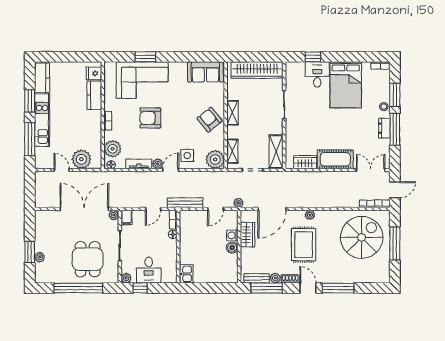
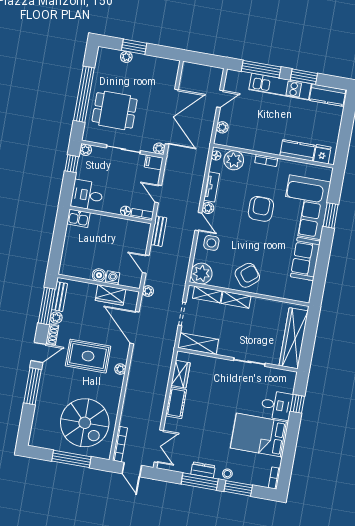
sofa: (205, 72) -> (305, 259), moved
shelving: (232, 113) -> (236, 300), moved
plant: (81, 159) -> (222, 127), width x0.53, depth x0.53
cot: (335, 159) -> (176, 403), width x0.73, depth x0.75
bench: (185, 203) -> (159, 231), width x0.73
desk: (149, 270) -> (87, 195), moved

